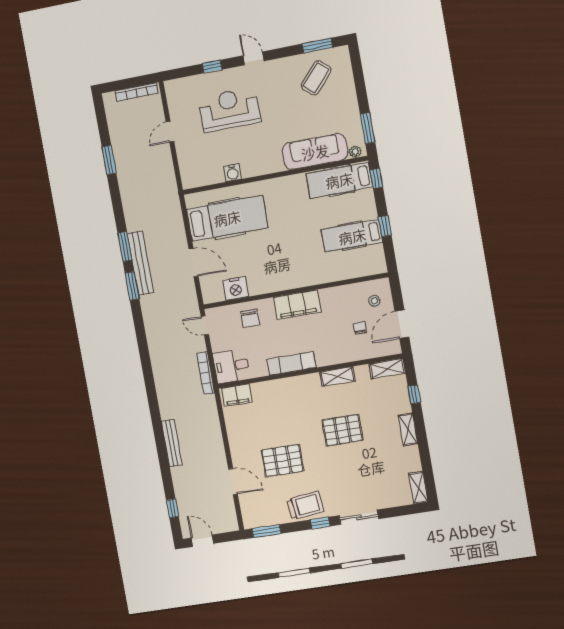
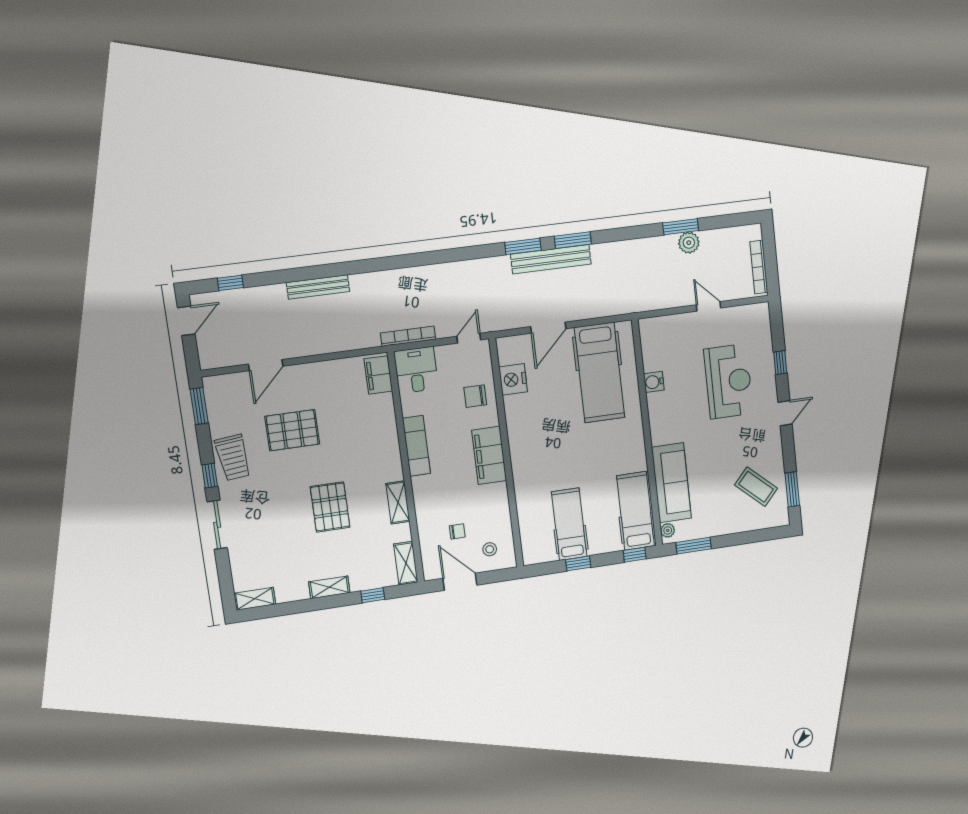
plant: (121, 152) -> (689, 243), added
pallet: (282, 461) -> (292, 430), turned 90

